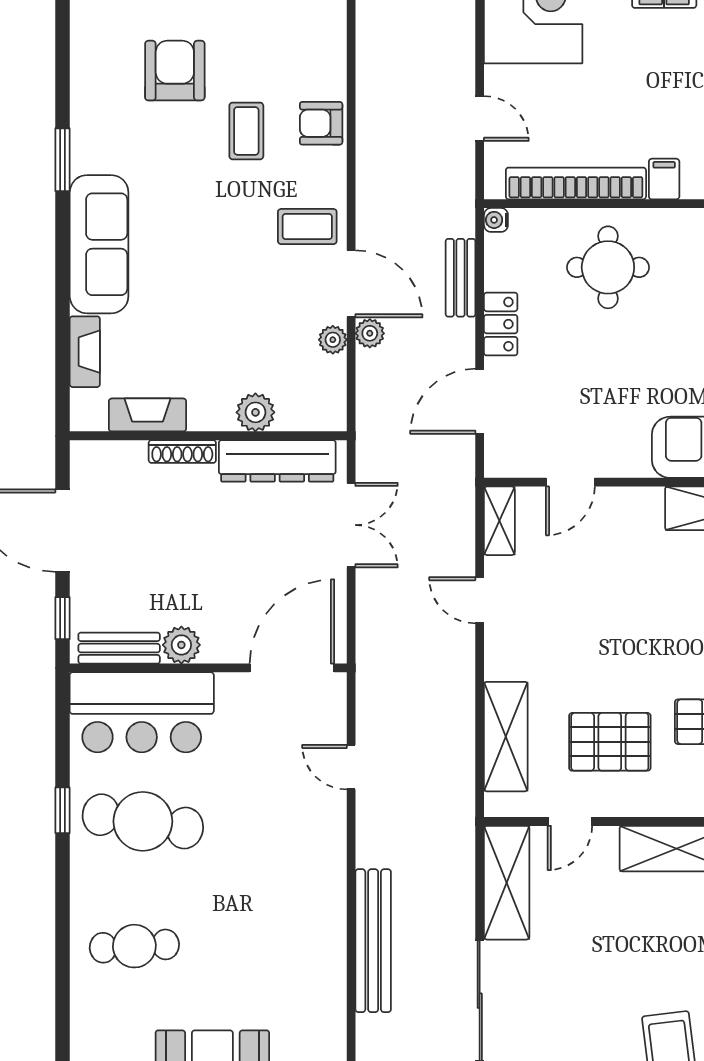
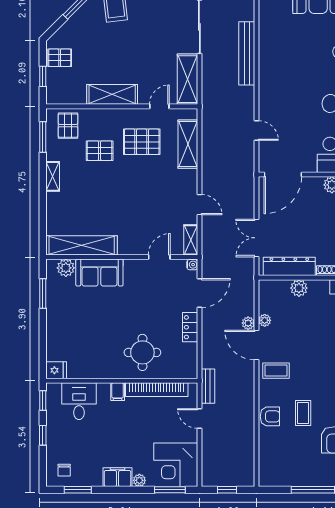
water cooler: (496, 220) -> (192, 265), moved
bench: (461, 278) -> (208, 386), moved

